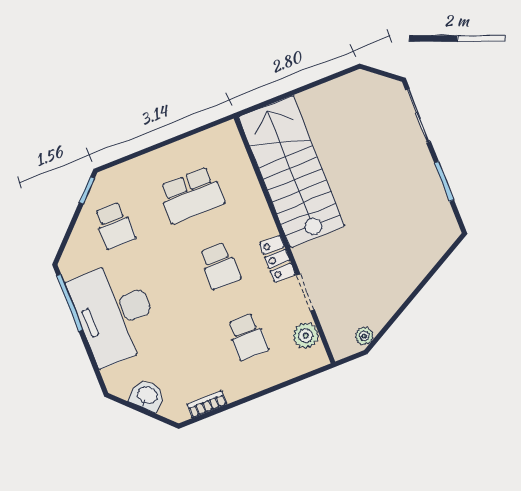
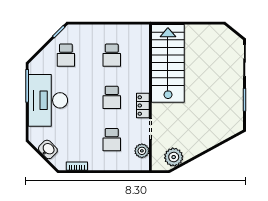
school desk: (191, 195) -> (112, 55), width x0.54
plant: (364, 336) -> (174, 157), width x1.88, depth x1.88

